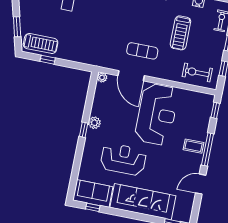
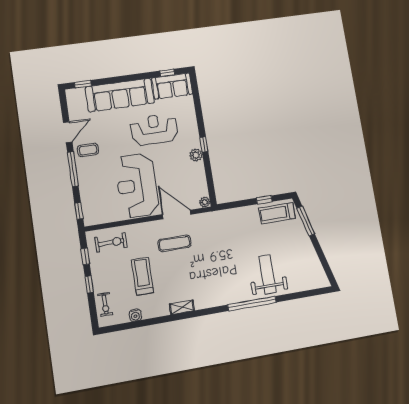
window: (17, 27) -> (306, 221), width x1.44
coffee table: (194, 146) -> (88, 150), moved
reception desk: (123, 159) -> (154, 130), turned 180

